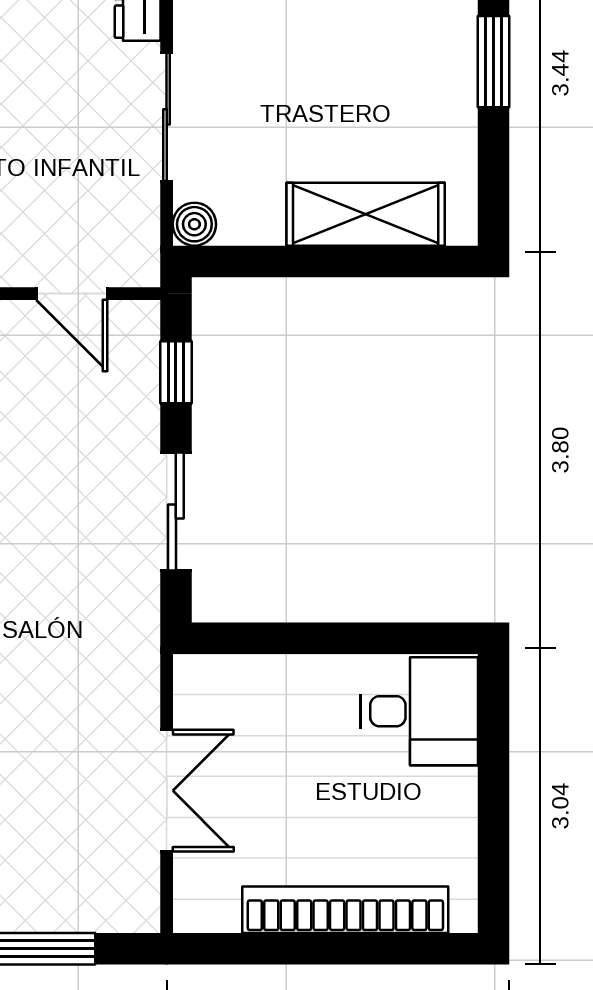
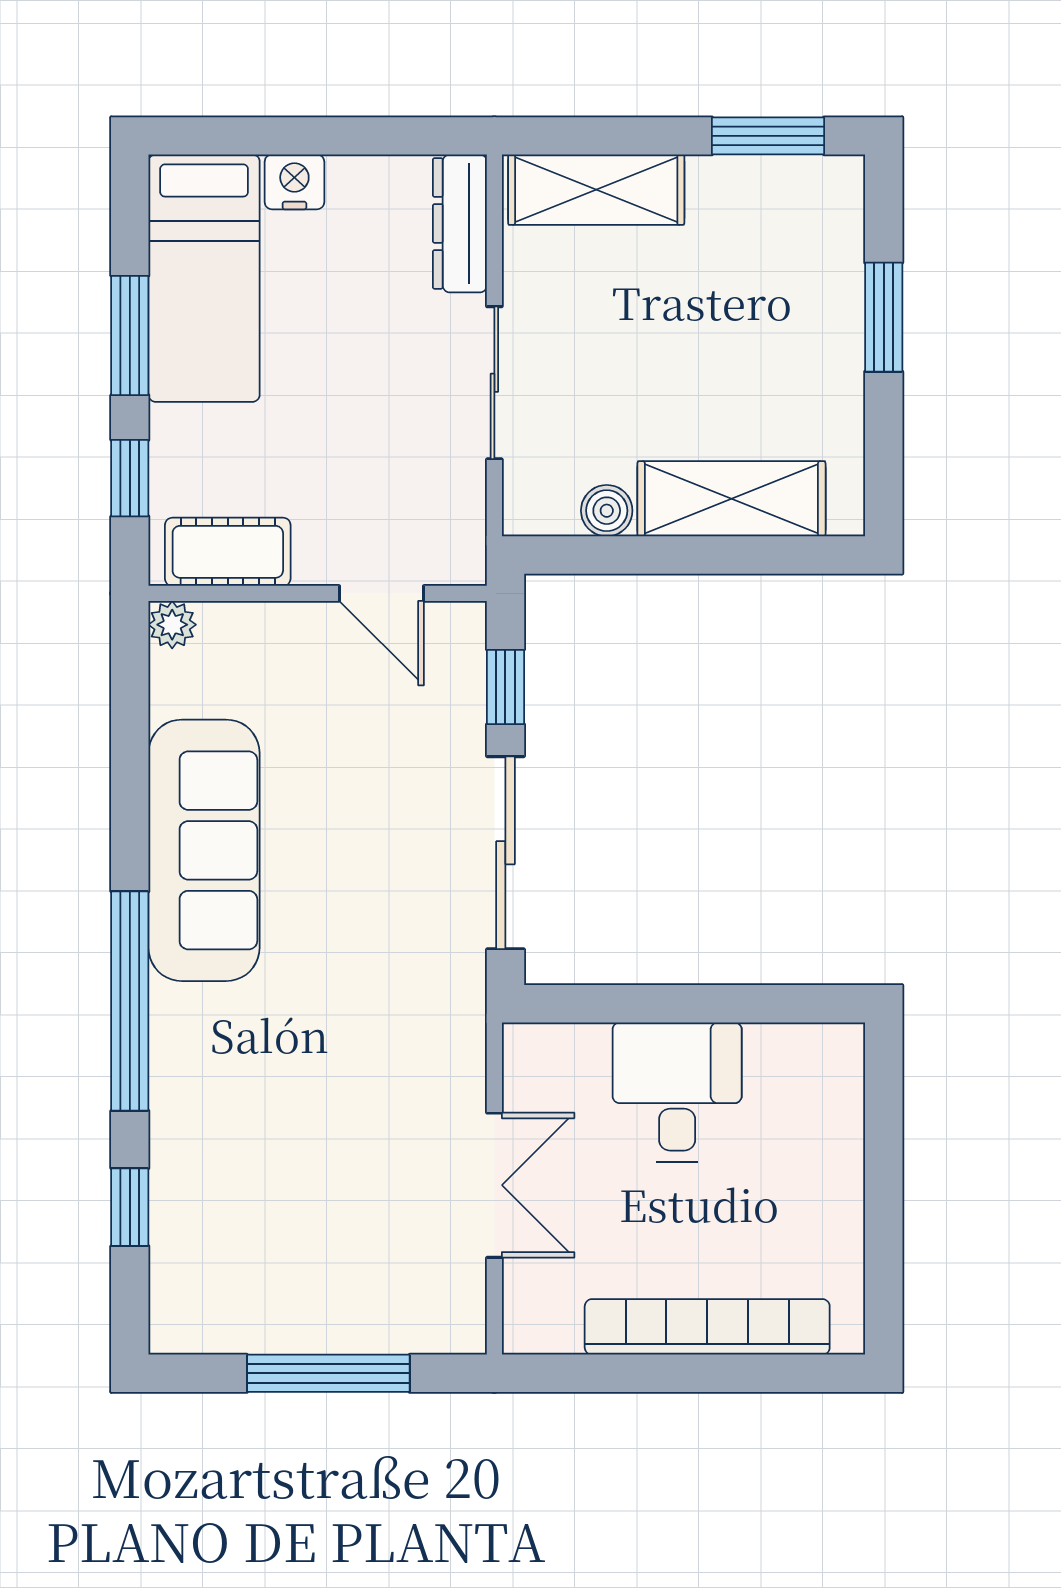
boiler: (194, 224) -> (607, 511), moved
sliding door: (176, 511) -> (505, 853), width x1.37
desk: (419, 711) -> (677, 1092), moved, turned -90

